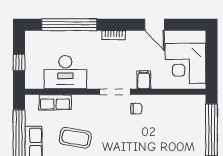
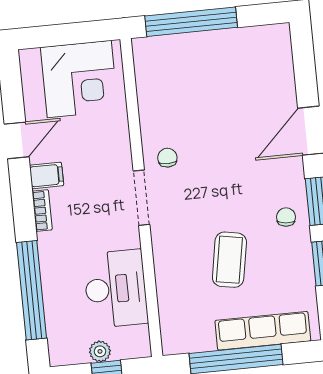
plant: (31, 60) -> (100, 351), added
filing cabinet: (144, 80) -> (47, 175), moved, turned 180
row of seats: (55, 102) -> (171, 301), removed

